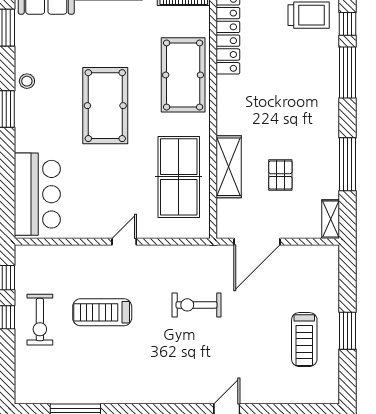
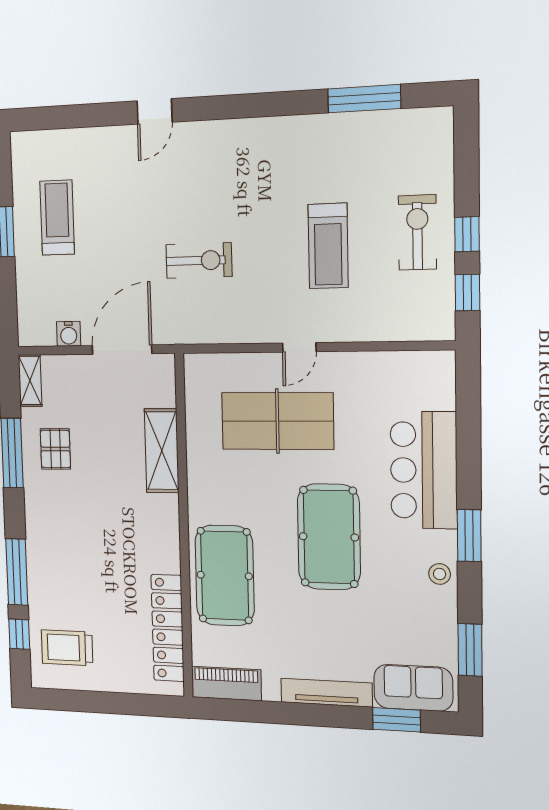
pallet: (280, 175) -> (55, 449), moved
table tennis table: (179, 177) -> (277, 421), moved, turned 90
bar counter: (37, 194) -> (424, 470), moved
water cooler: (298, 254) -> (69, 334), added
treadmill: (102, 312) -> (328, 246), turned 90

